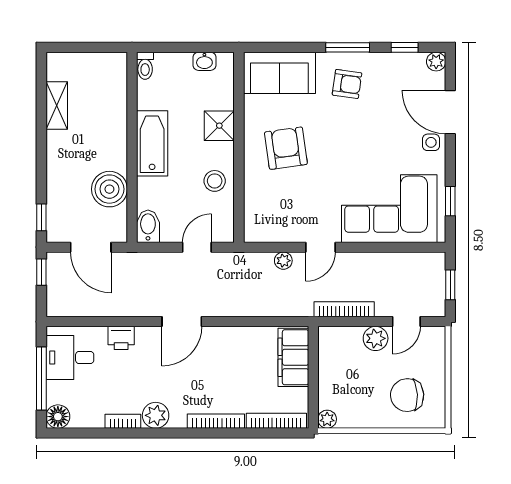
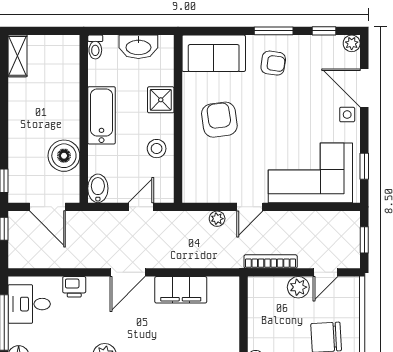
washbasin: (204, 61) -> (138, 47), width x1.91, depth x1.45
shelving: (57, 105) -> (18, 56), moved
filing cabinet: (293, 357) -> (181, 290), moved, turned -90

